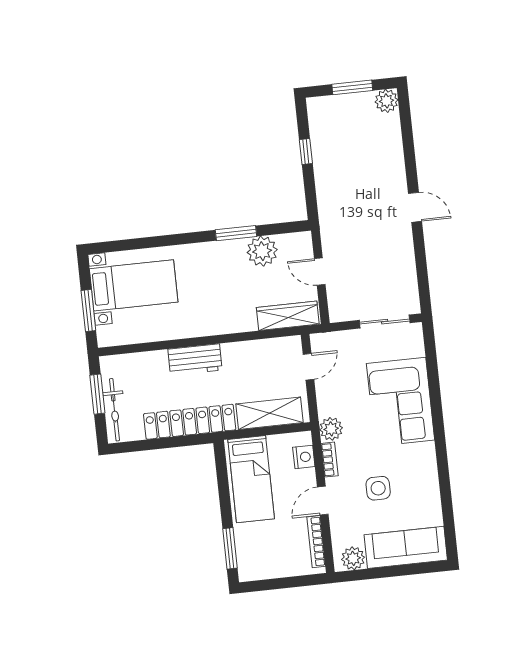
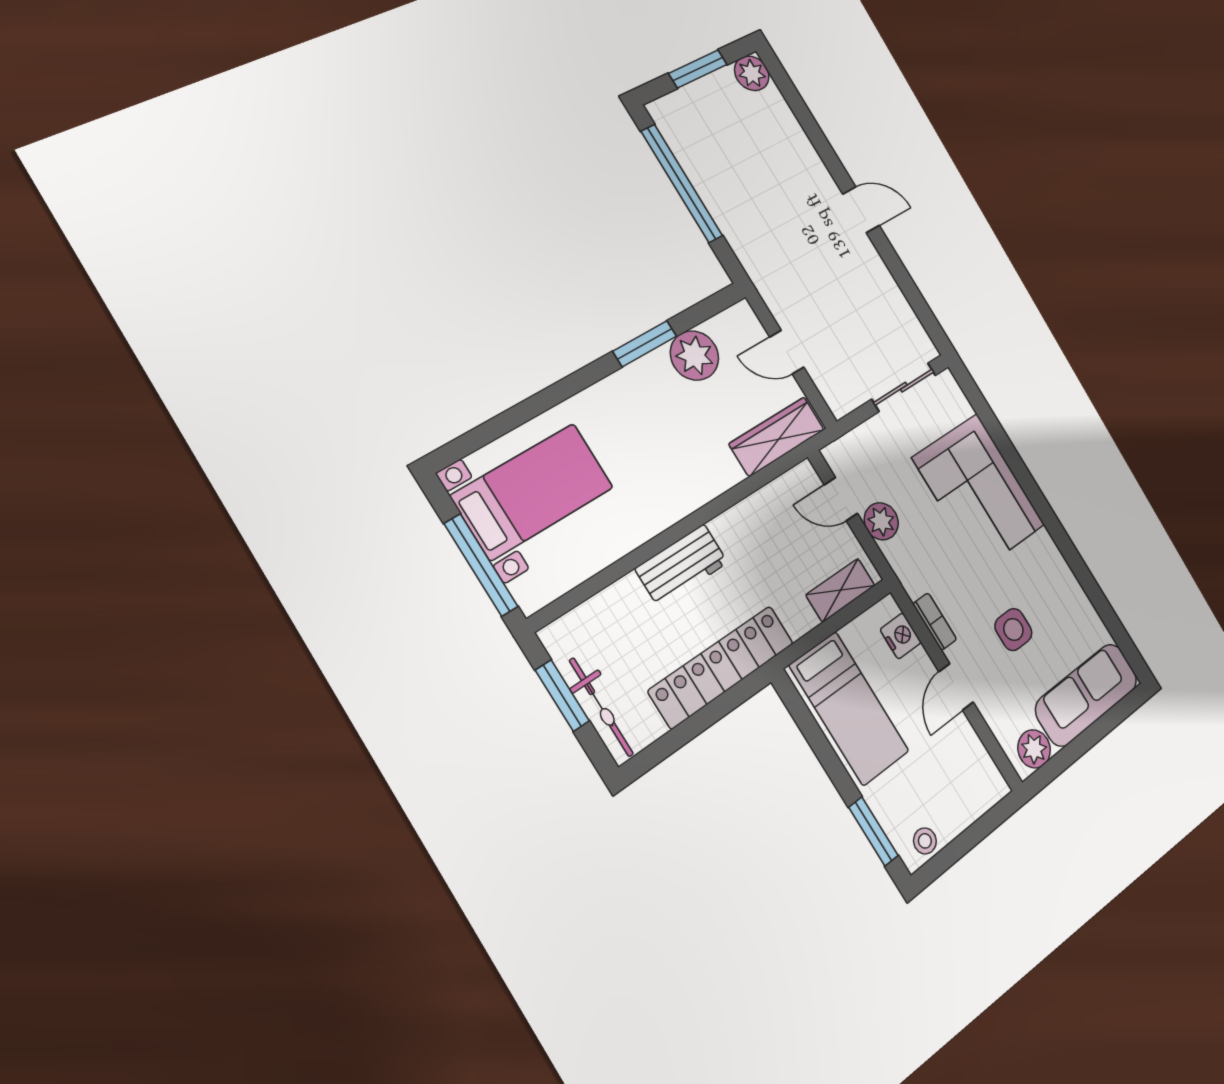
window: (306, 152) -> (682, 184), width x3.17
window: (88, 311) -> (481, 565), width x1.44
door: (308, 367) -> (841, 499), swing flipped
shelving: (269, 413) -> (841, 590), width x0.67, depth x0.75
plant: (331, 429) -> (881, 521), moved
bookcase: (316, 542) -> (978, 752), removed
stool: (257, 569) -> (925, 841), added

